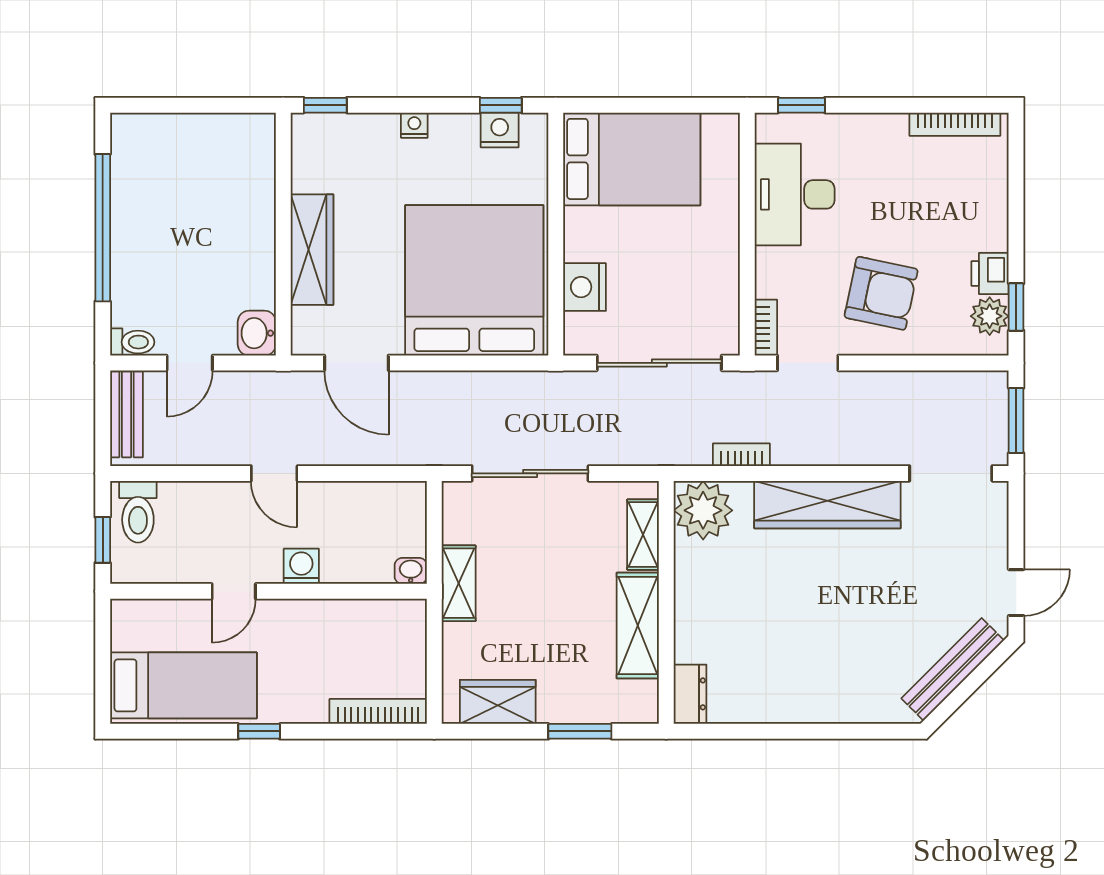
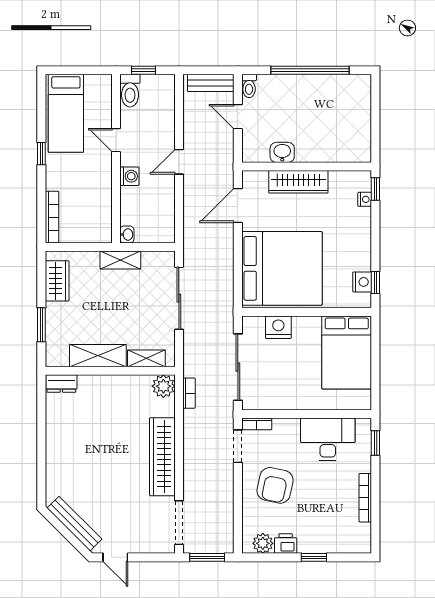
bookcase: (955, 124) -> (365, 498), moved
nightstand: (414, 125) -> (365, 199), moved
window: (1016, 307) -> (314, 557), moved
washbasin: (257, 333) -> (282, 152), moved
bookcase: (741, 455) -> (189, 393), moved
plant: (703, 510) -> (163, 386), width x0.73, depth x0.73
toilet: (138, 512) -> (130, 91), moved, turned -90

